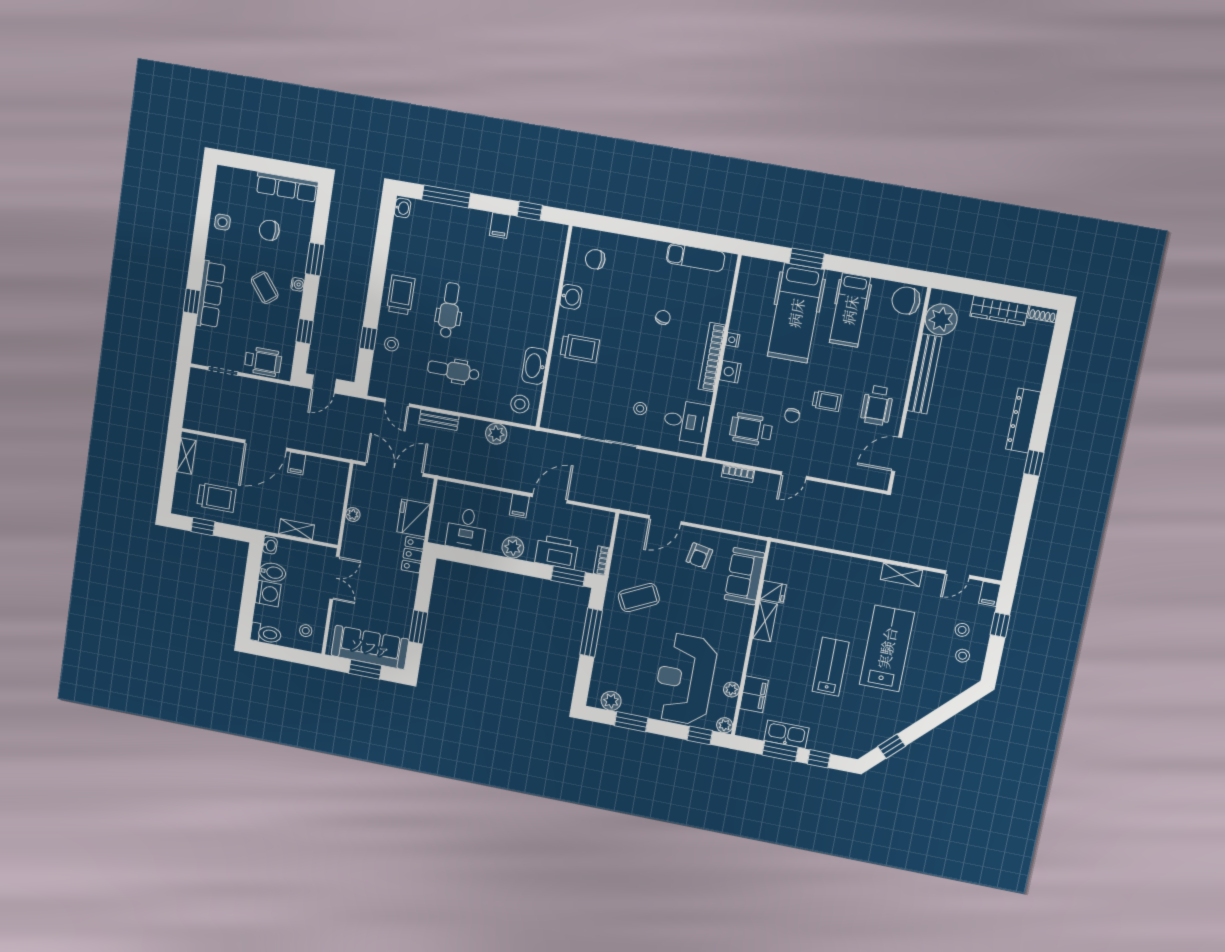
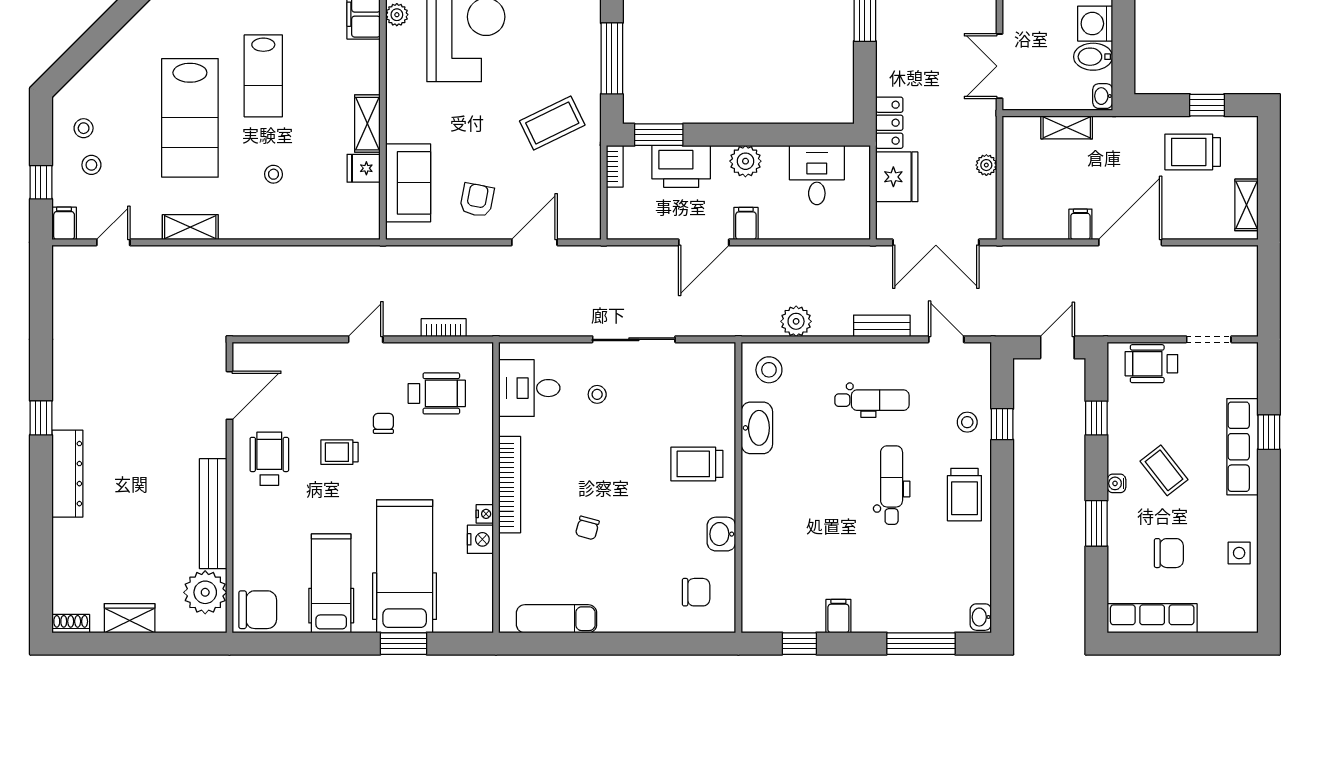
dental chair: (449, 310) -> (892, 485), turned 180
wardrobe: (999, 310) -> (130, 618), width x0.67
nightstand: (730, 372) -> (480, 539), moved
stool: (836, 600) -> (274, 174), added

